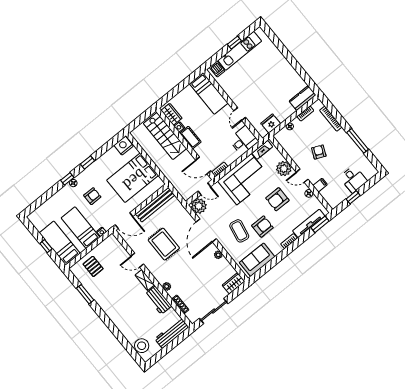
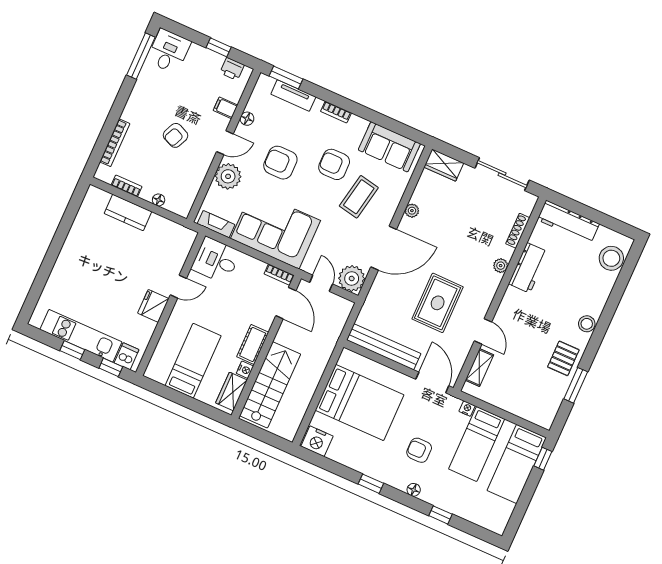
window: (215, 58) -> (111, 367), added
bed: (209, 93) -> (193, 361), moved
kitchen counter: (303, 98) -> (128, 213), moved
fridge: (271, 124) -> (153, 306), moved, turned 90
window: (358, 141) -> (141, 56), moved
door: (302, 176) -> (225, 143), hinge flipped
window: (67, 179) -> (441, 515), moved
desk: (353, 179) -> (169, 51), moved
armchair: (277, 199) -> (280, 163), turned 180
printer: (338, 199) -> (232, 69), added
tv unit: (309, 223) -> (293, 96), width x0.71
window: (46, 246) -> (543, 459), moved
pallet: (93, 266) -> (563, 358), moved
shelving: (145, 280) -> (479, 368), moved
stool: (114, 316) -> (587, 324), added

